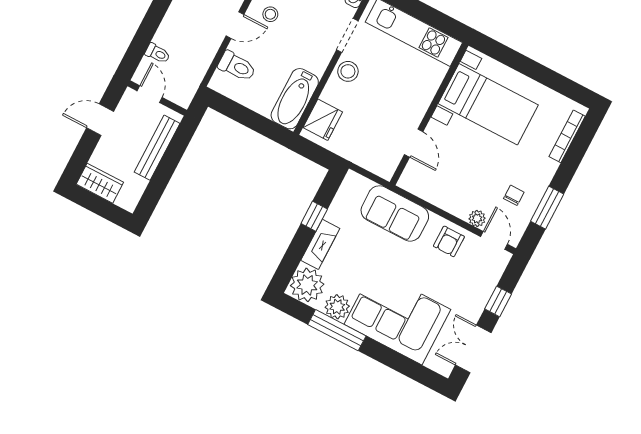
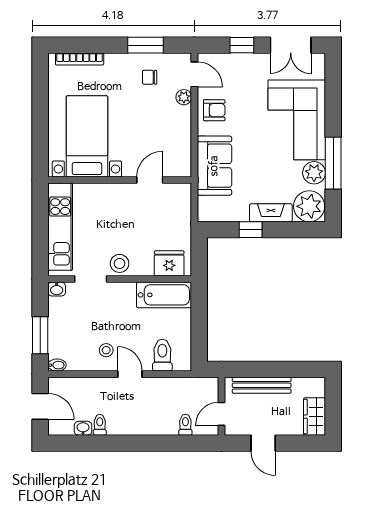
door: (494, 240) -> (194, 74), swing flipped

